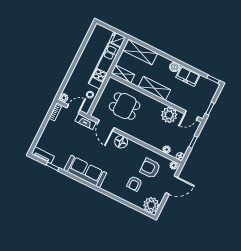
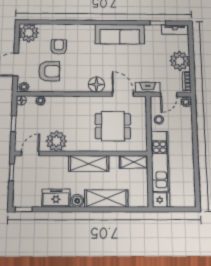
shelving: (140, 52) -> (106, 198), moved
plant: (52, 130) -> (180, 61), added

